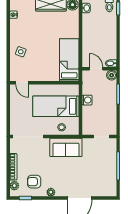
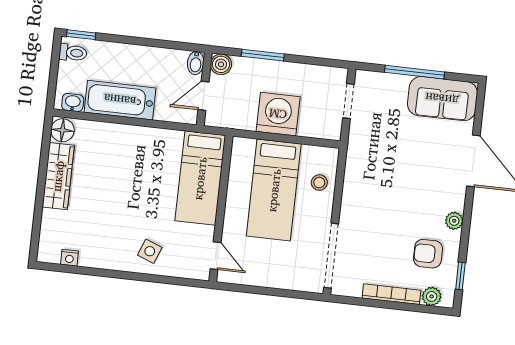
bathtub: (90, 30) -> (120, 100), added
bed: (69, 60) -> (200, 178), moved, turned -90
door: (22, 83) -> (216, 256), hinge flipped
washing machine: (87, 100) -> (278, 114), width x1.89, depth x1.89
sofa: (66, 147) -> (442, 99), moved, turned 90
armchair: (34, 182) -> (428, 254), turned 90

